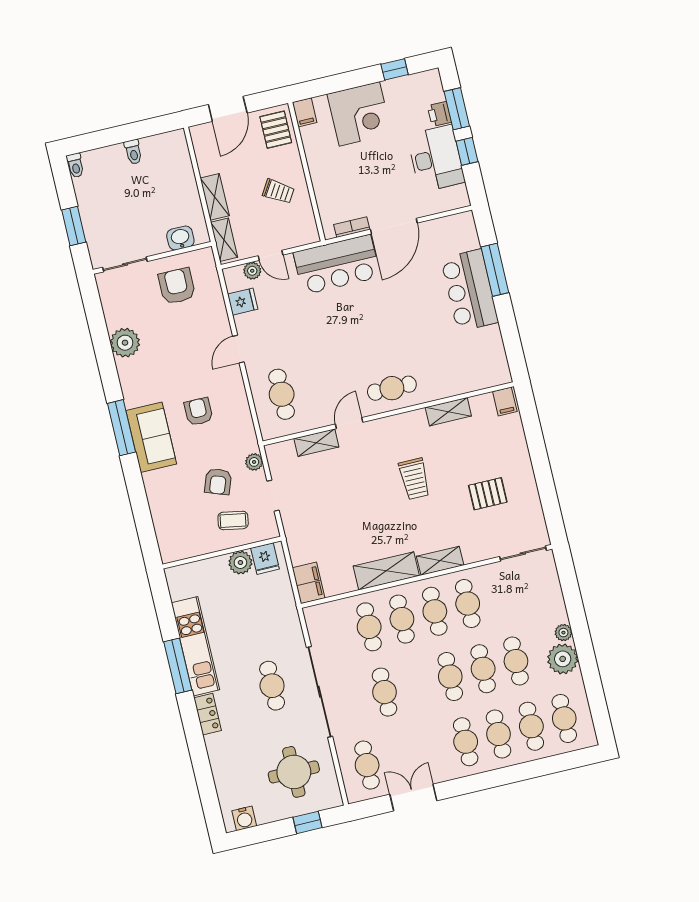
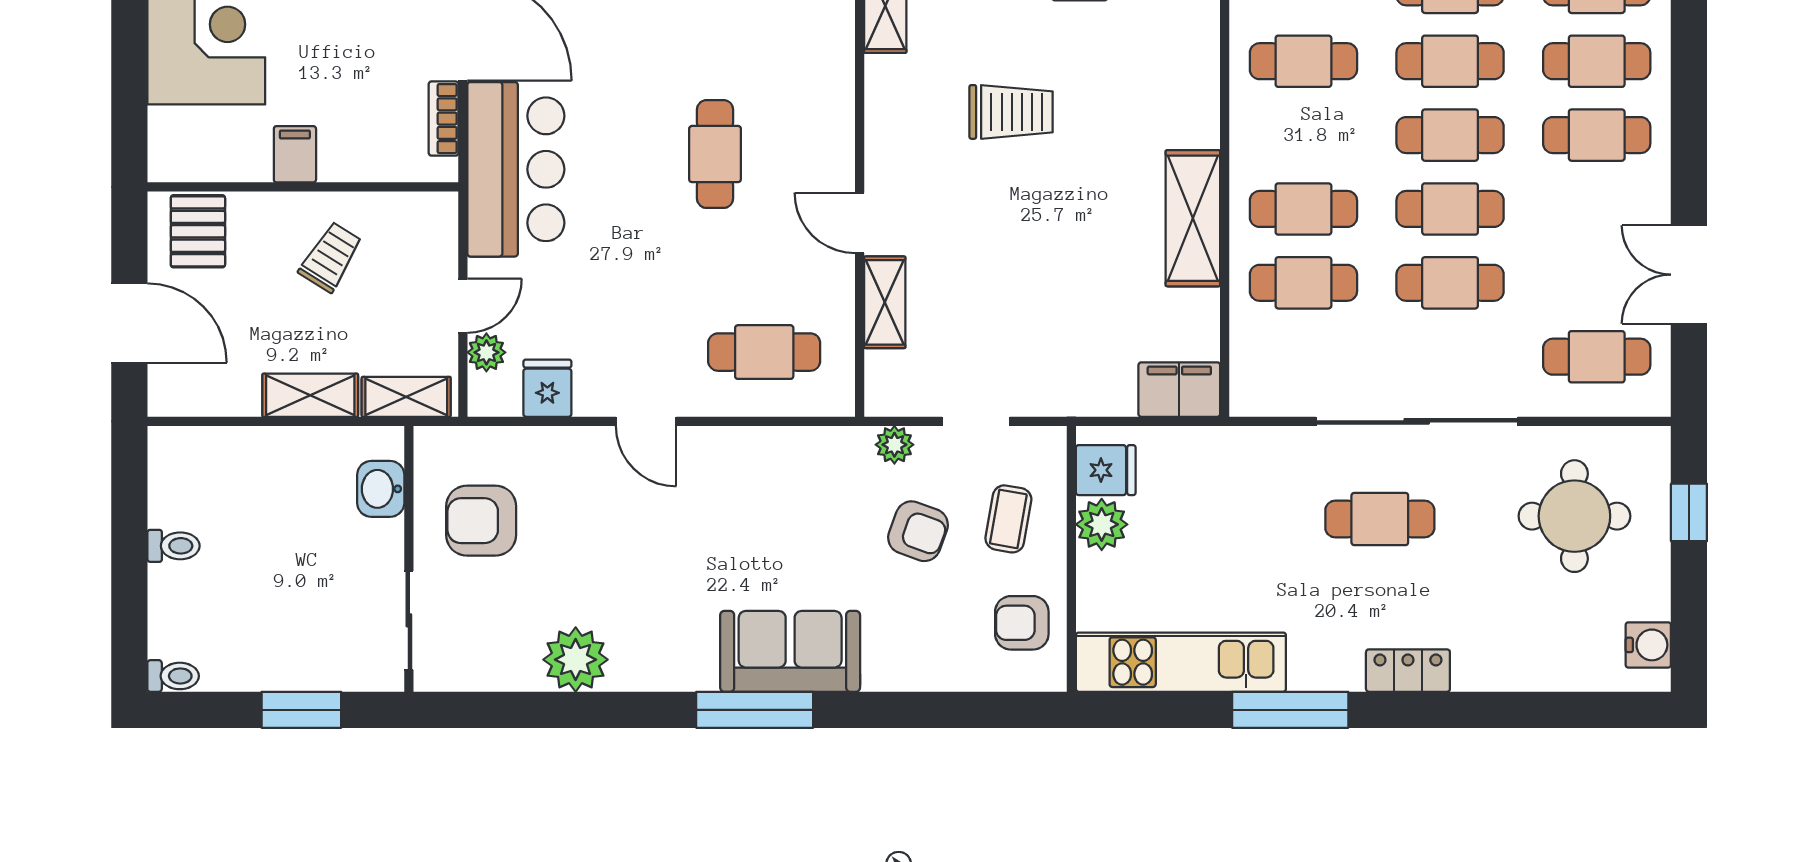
filing cabinet: (305, 112) -> (295, 154), moved, turned -90
pallet: (276, 130) -> (198, 231), turned 90
cafe table: (392, 388) -> (715, 154), moved
armchair: (198, 412) -> (1022, 623), moved
shelving: (440, 561) -> (1199, 98), removed
cafe table: (435, 611) -> (1450, 209), moved
kitchen unit: (196, 646) -> (1181, 662), moved

